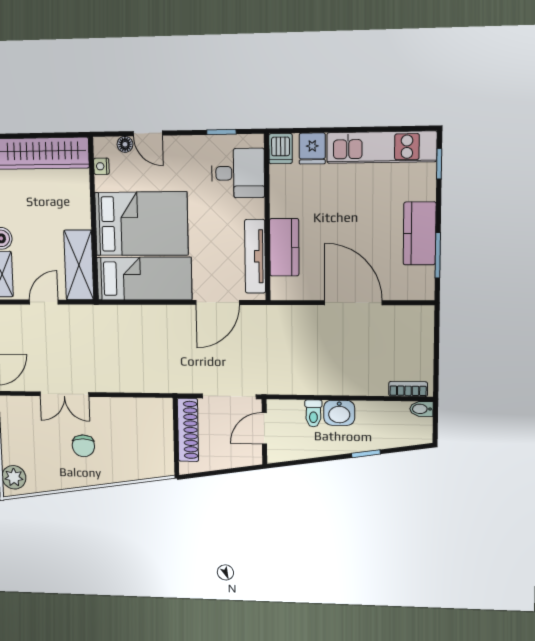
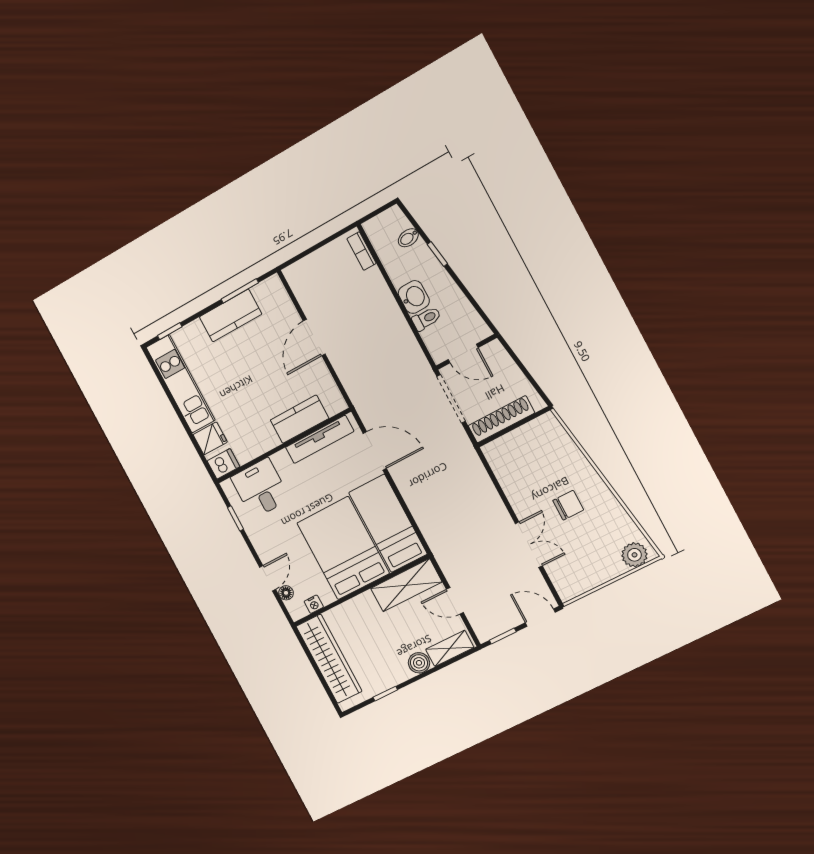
door: (353, 303) -> (314, 337), width x0.73
bidet: (421, 409) -> (408, 238), moved, turned 81

